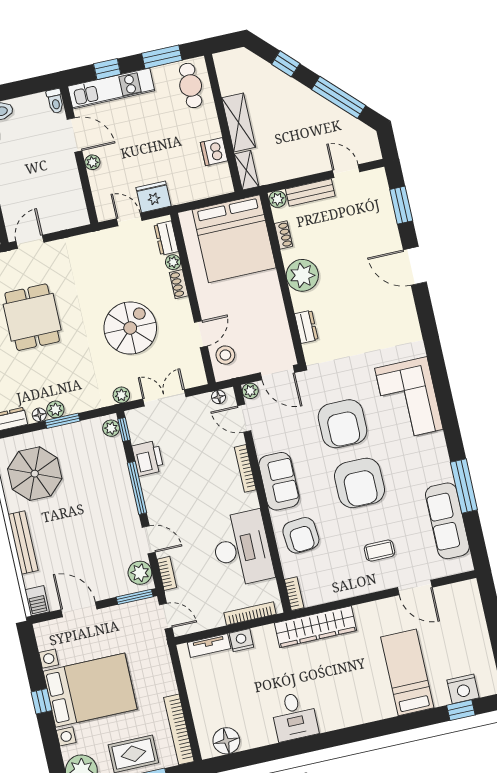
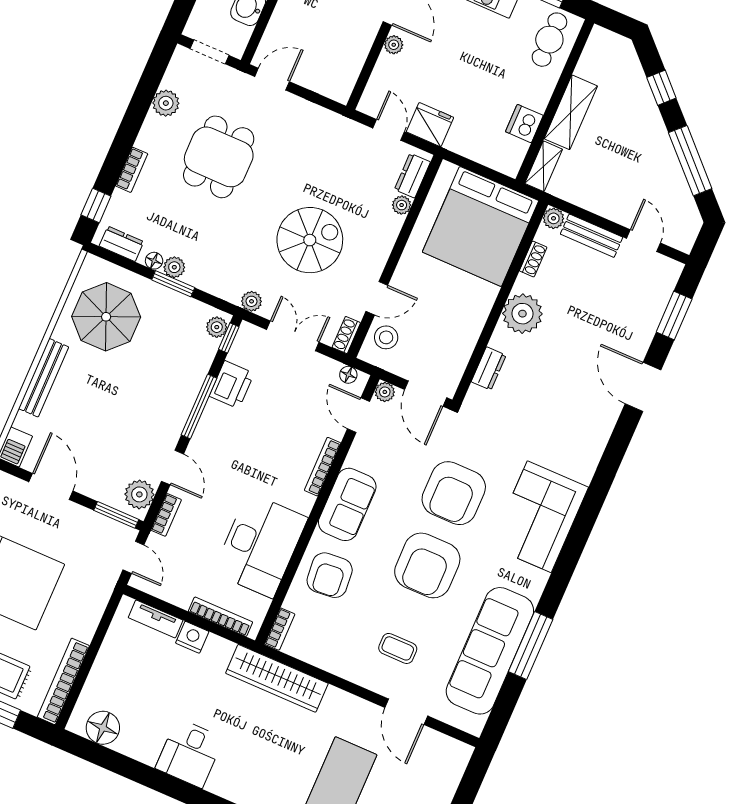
shoe rack: (179, 284) -> (346, 335), moved
sofa: (447, 521) -> (490, 651), width x1.36, depth x1.27

